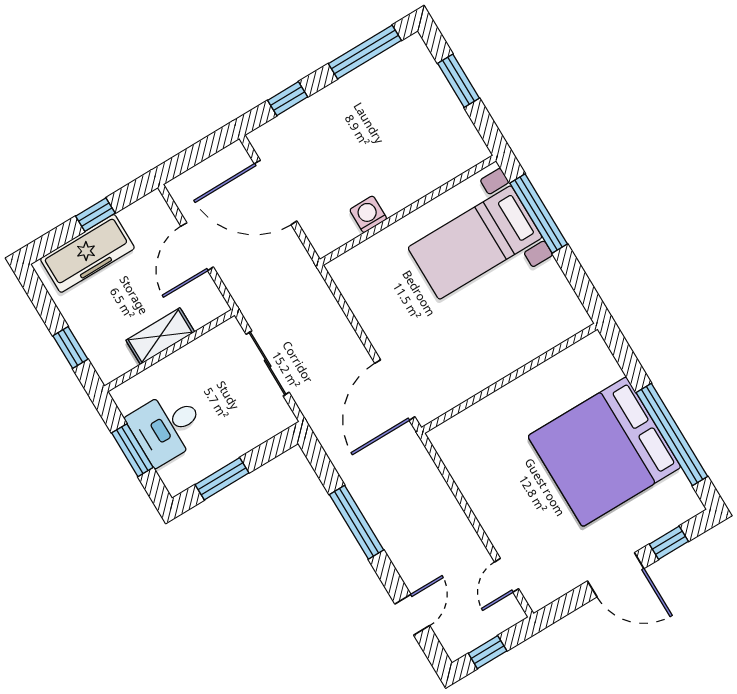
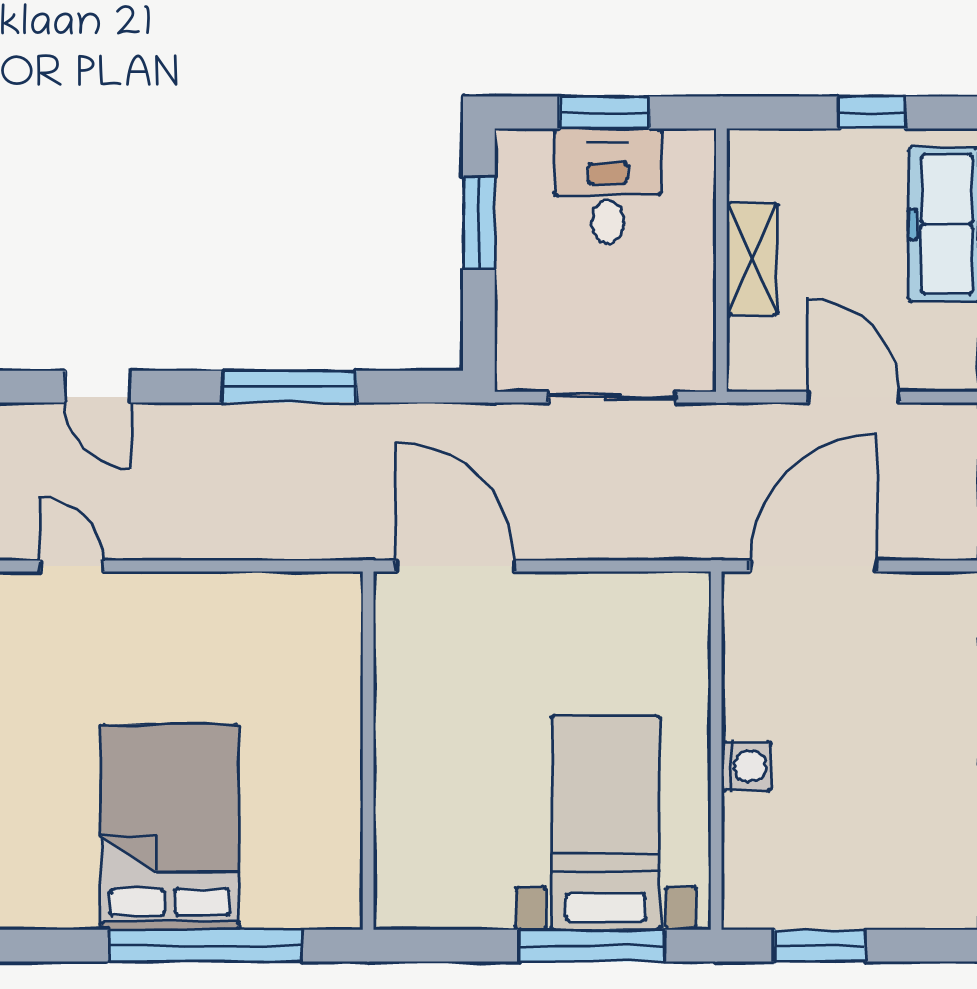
window: (459, 81) -> (820, 946), moved
door: (276, 192) -> (813, 566), moved
washing machine: (368, 214) -> (746, 766), moved
window: (70, 347) -> (872, 112), moved
window: (672, 434) -> (205, 946), moved
bed: (604, 452) -> (170, 827), width x0.73

